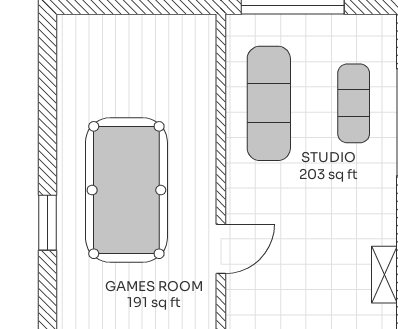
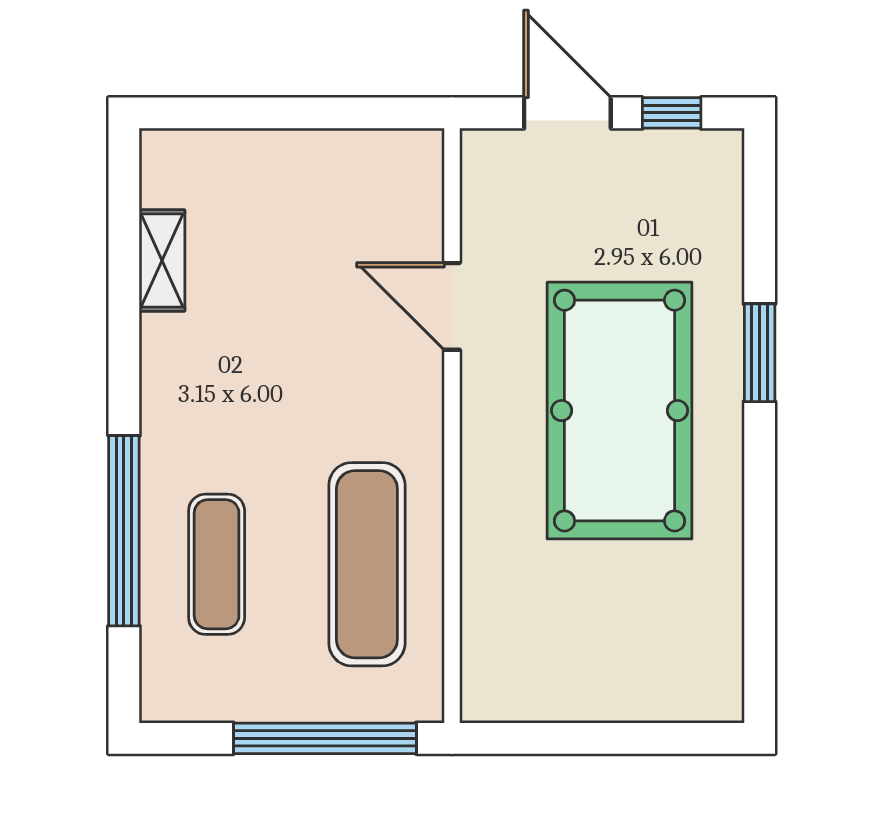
door: (221, 249) -> (452, 306), hinge flipped

